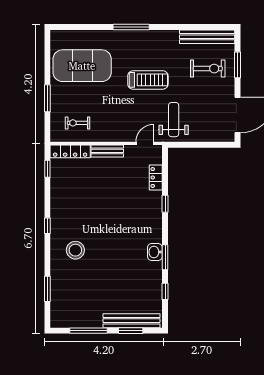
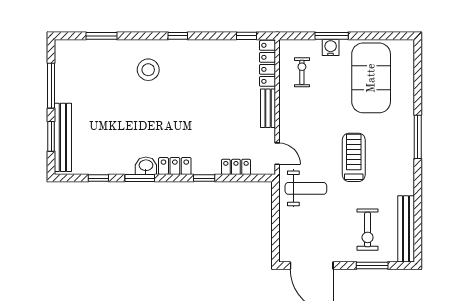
treadmill: (148, 80) -> (354, 157), turned 180
water cooler: (57, 99) -> (331, 47), added
locker: (155, 228) -> (175, 166), added

